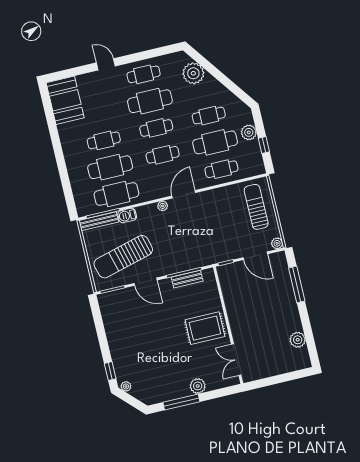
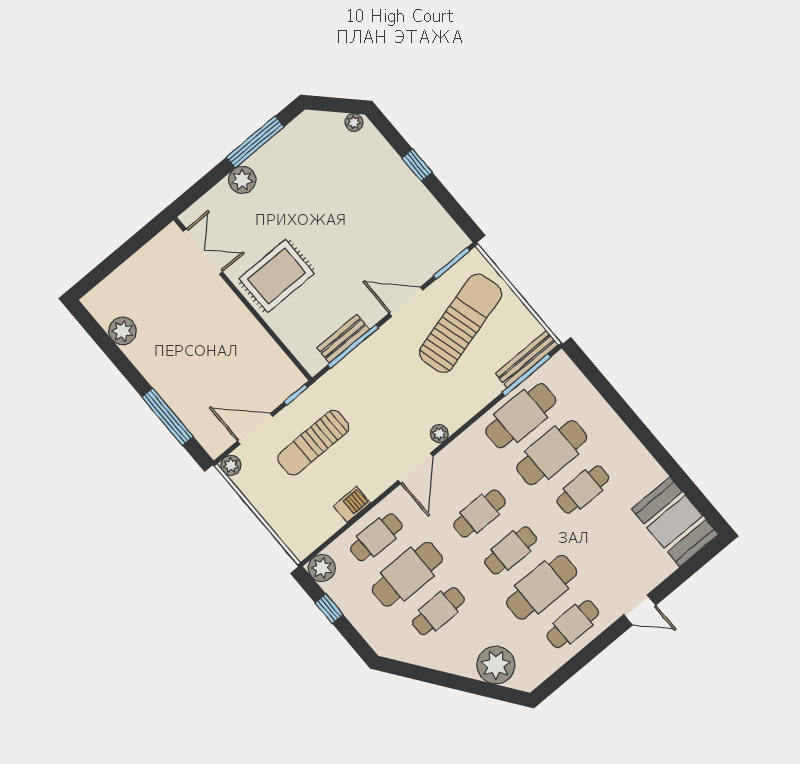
plant: (249, 132) -> (322, 568), moved
sun lounger: (256, 207) -> (313, 443), moved, turned 90
barbecue: (127, 215) -> (352, 505), moved
window: (110, 371) -> (417, 165), moved

